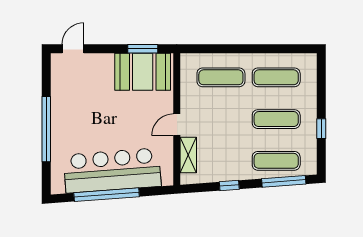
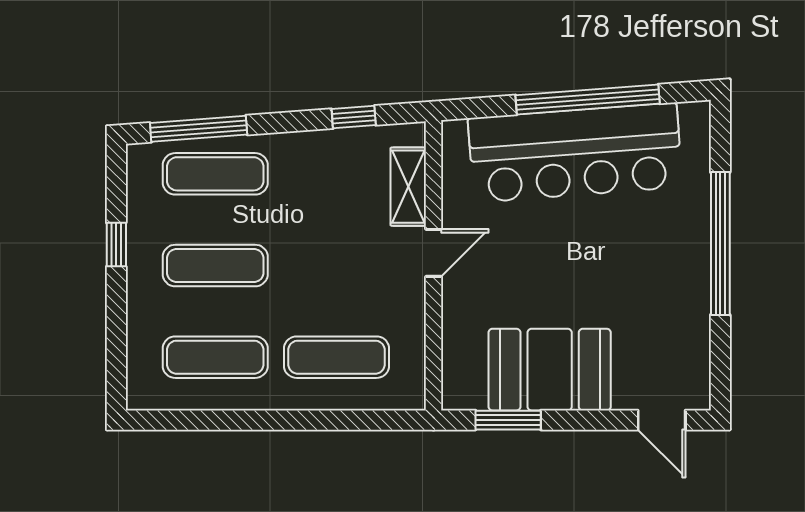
door: (73, 49) -> (662, 420), hinge flipped
booth: (143, 72) -> (550, 370), moved
window: (229, 185) -> (354, 117), moved

